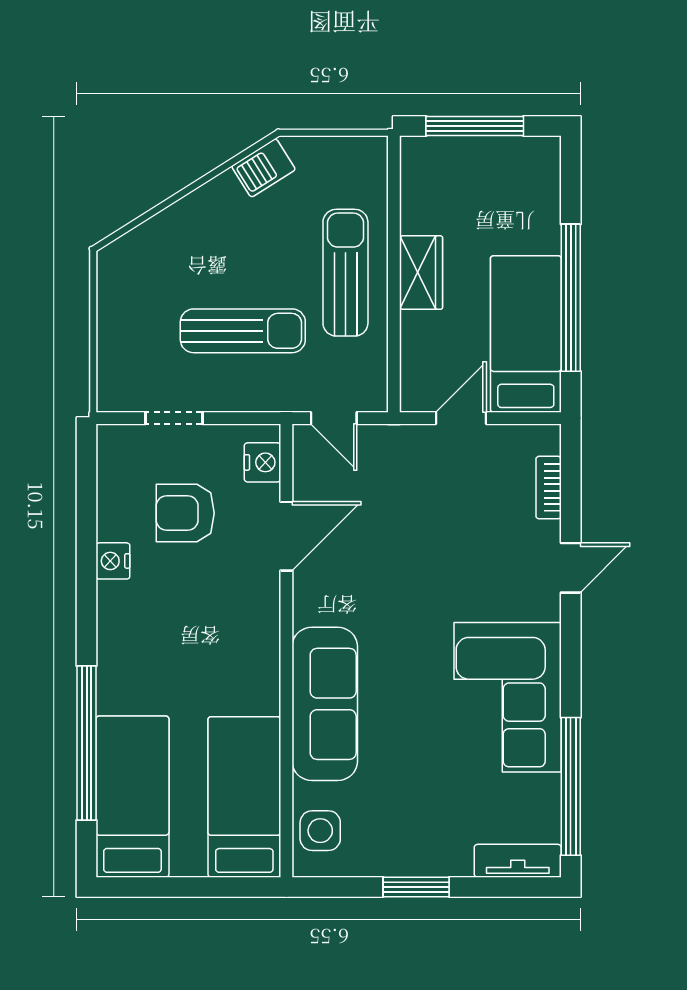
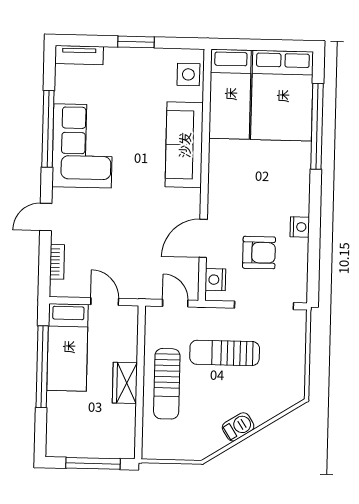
barbecue: (263, 168) -> (238, 427), moved
doorway: (174, 418) -> (264, 305), width x1.88
door: (461, 418) -> (105, 302), swing flipped
window: (571, 786) -> (48, 129), moved
bed: (132, 797) -> (282, 96), width x1.50

